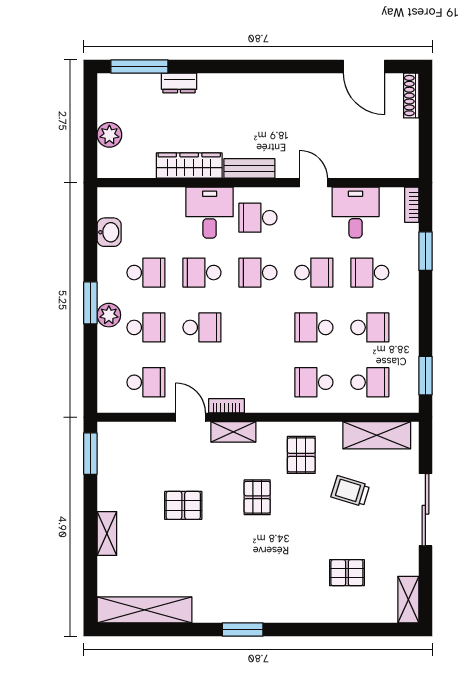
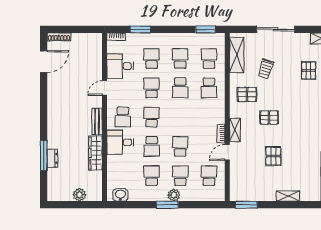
window: (139, 66) -> (44, 156), moved
washbasin: (109, 232) -> (120, 195), moved
school desk: (258, 273) -> (152, 117), turned 180
school desk: (370, 273) -> (152, 59), turned 180

